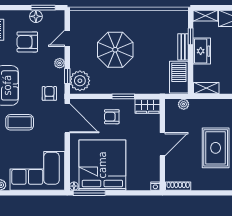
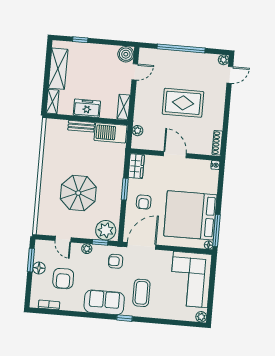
window: (191, 36) -> (71, 118), removed

